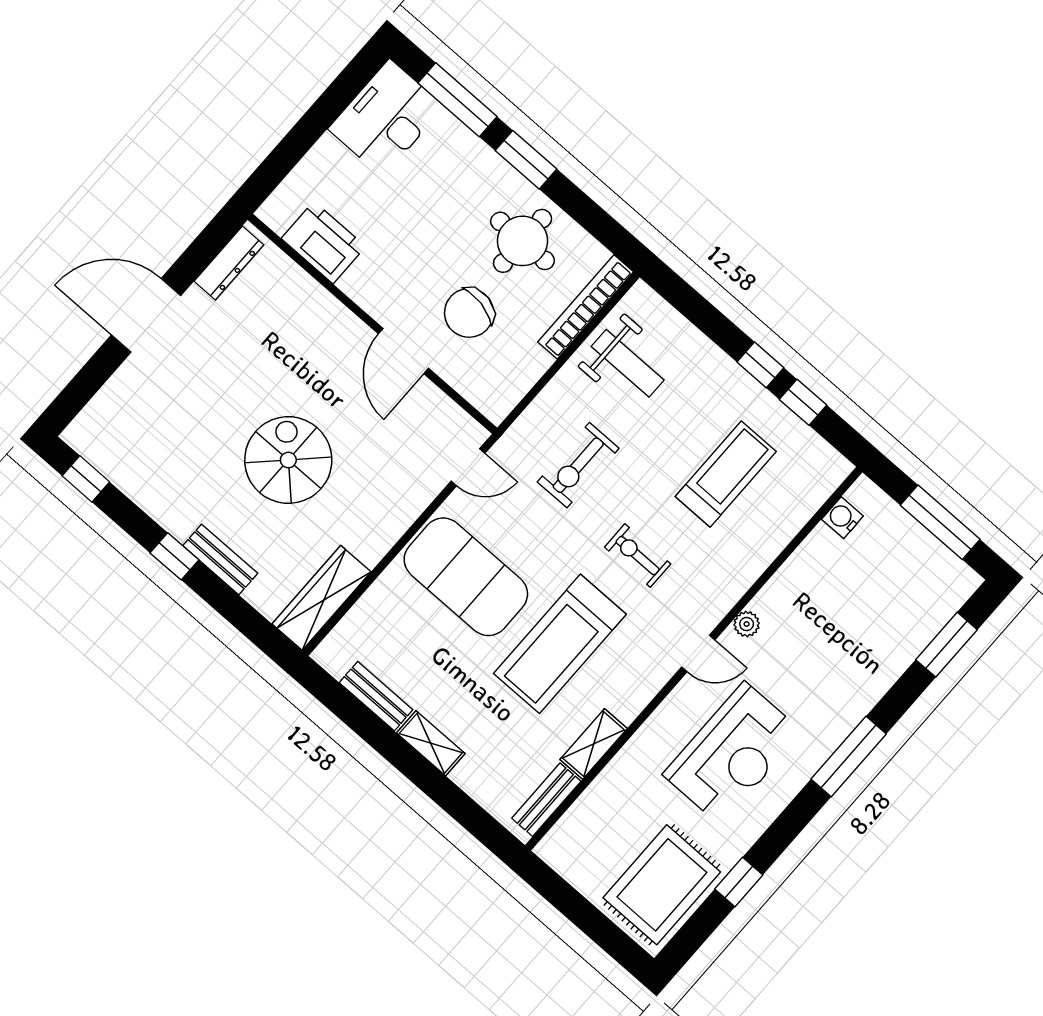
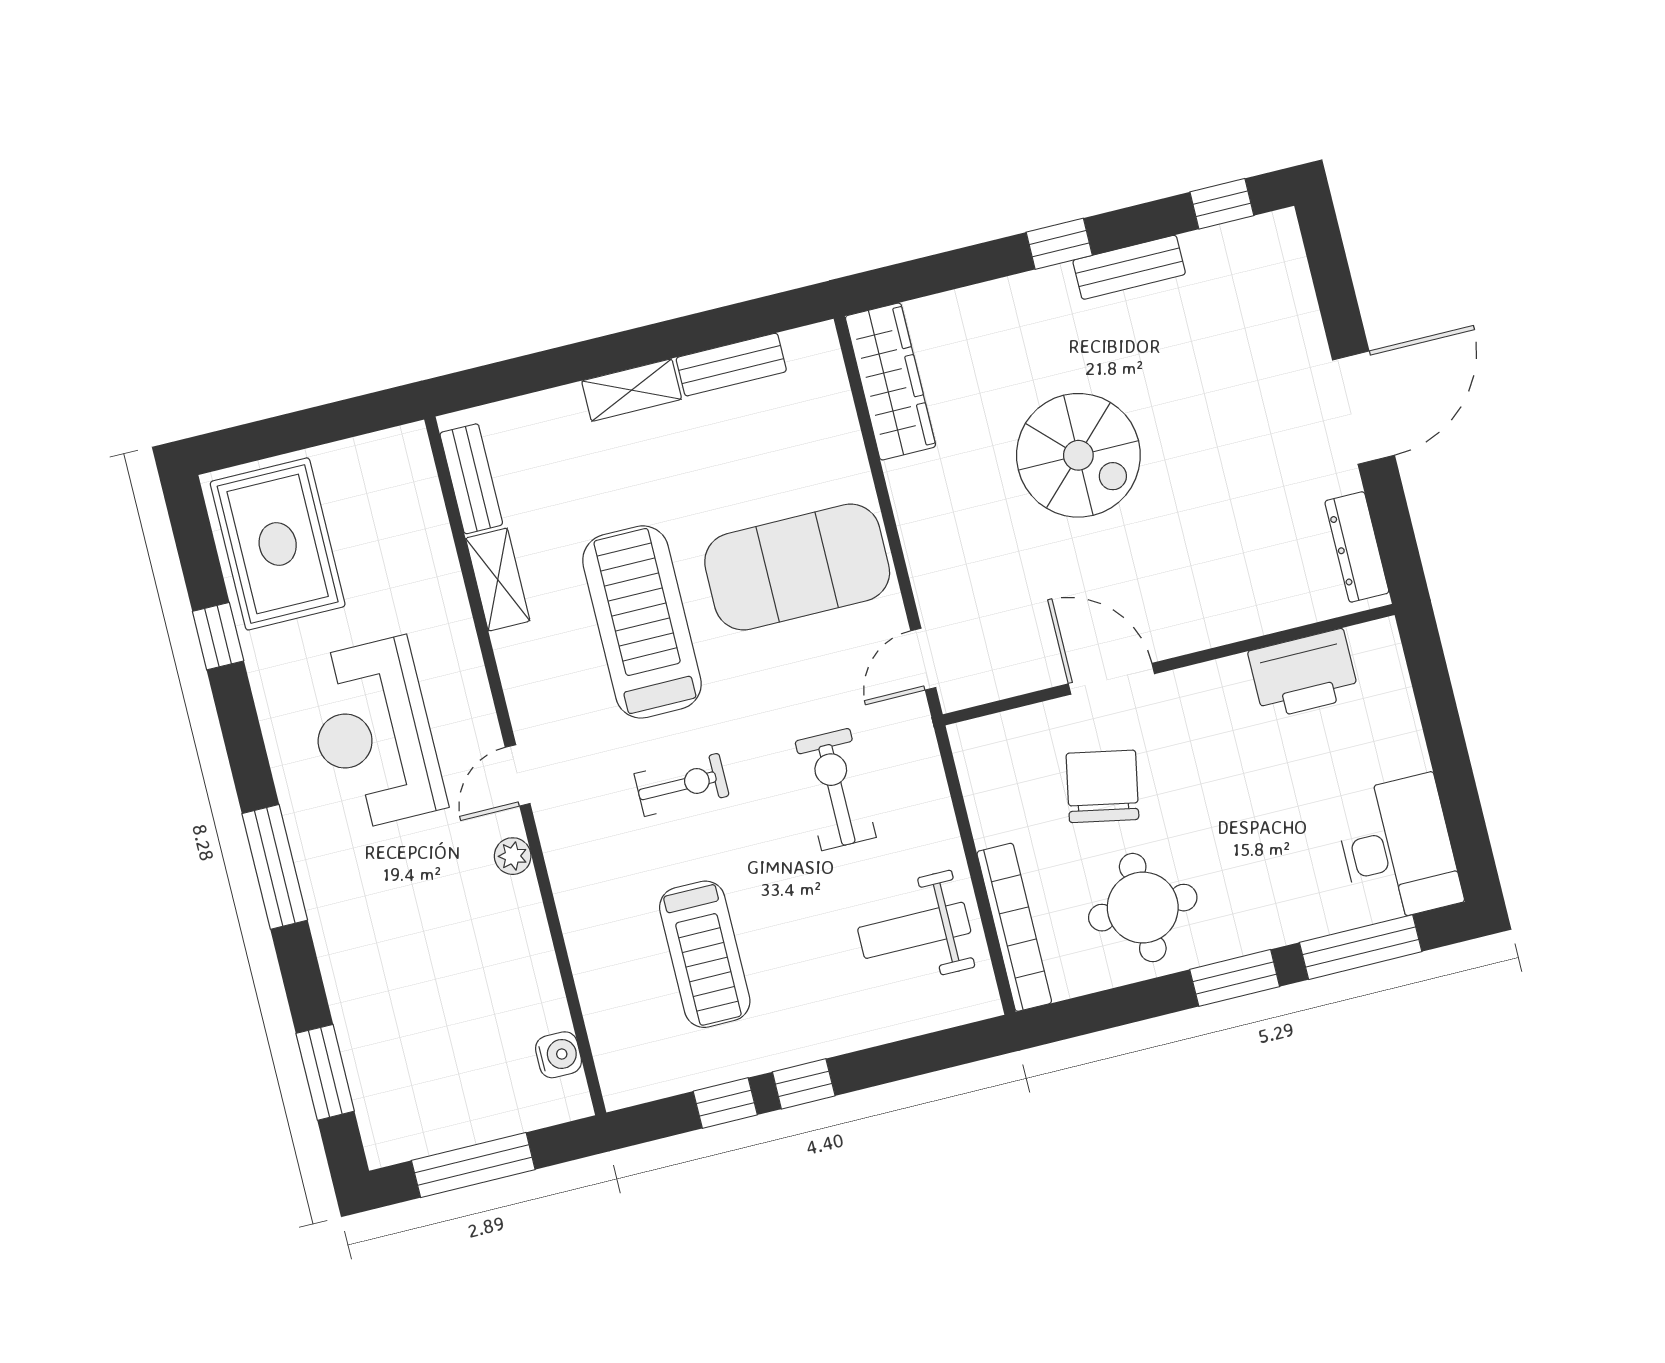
bench: (220, 559) -> (1129, 267), moved

